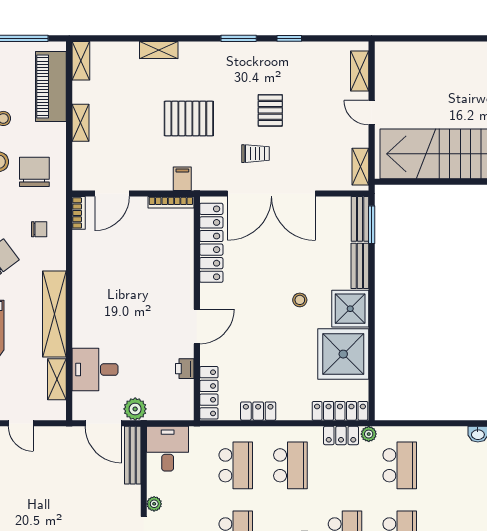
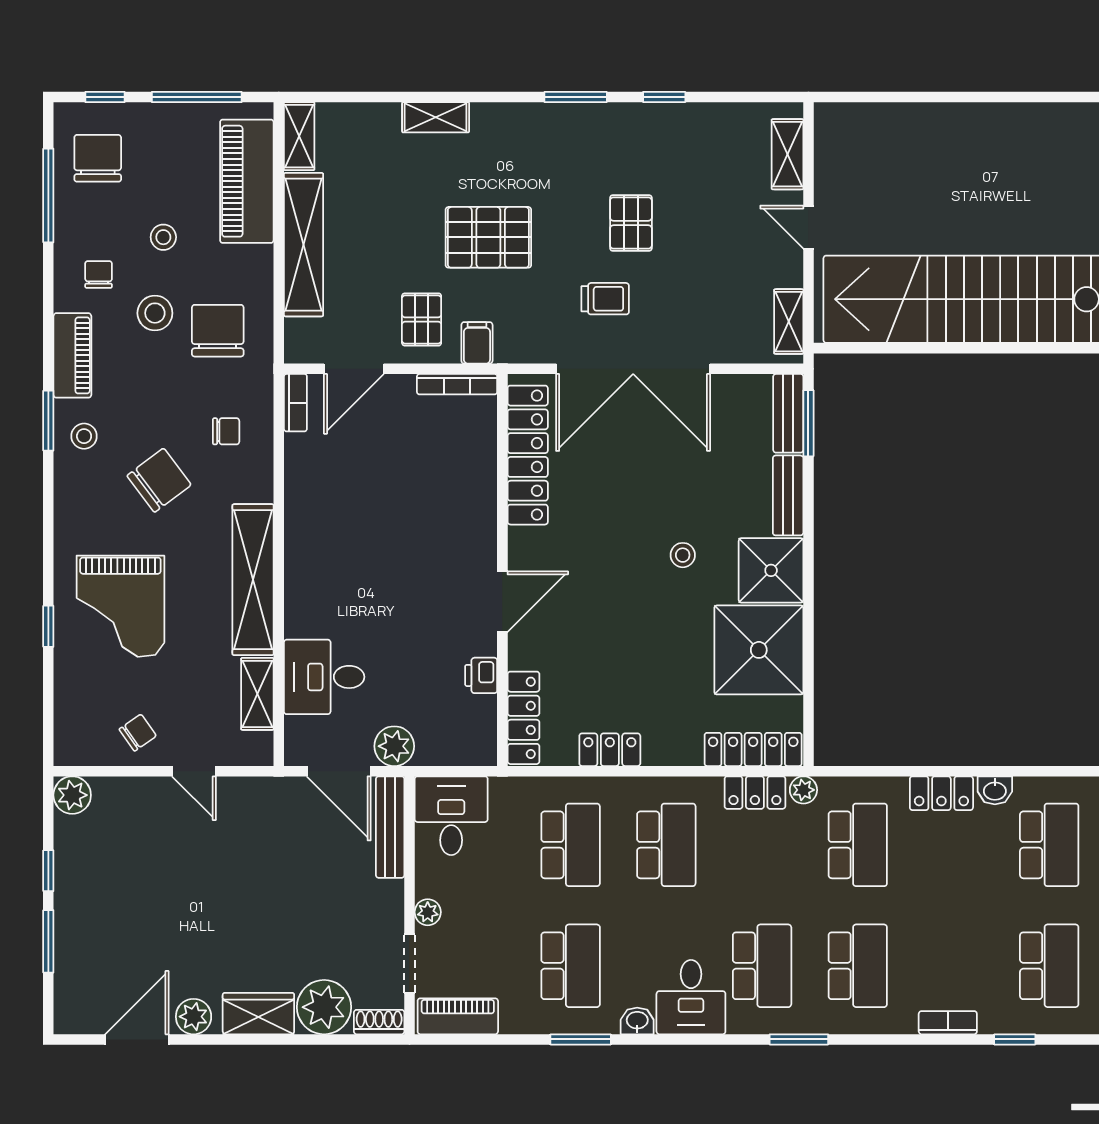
shelving: (81, 123) -> (304, 245), width x2.20, depth x1.33
pallet: (151, 165) -> (422, 319), added
locker: (447, 436) -> (941, 793), added

